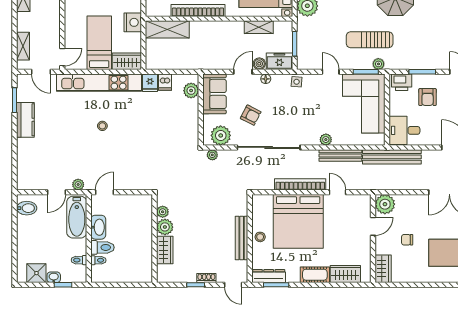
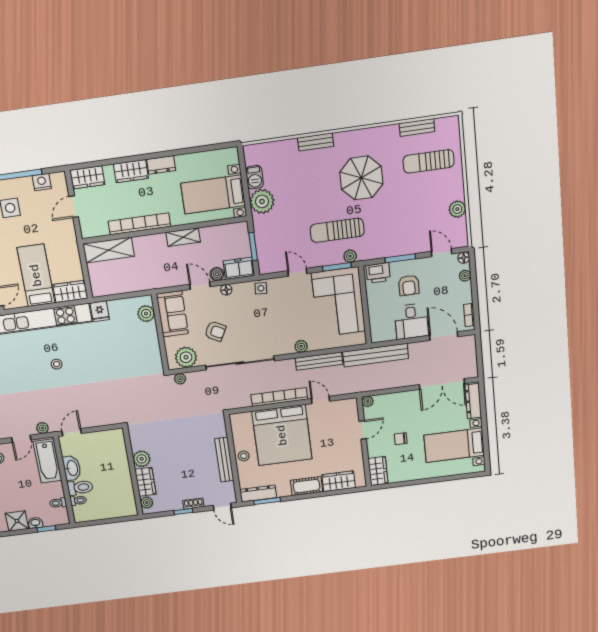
nightstand: (133, 22) -> (69, 247), removed
shelving: (259, 27) -> (183, 237), moved
door: (243, 72) -> (200, 286), hinge flipped
dishwasher: (165, 82) -> (116, 308), removed
desk: (404, 130) -> (411, 321), moved, turned -90
plant: (385, 204) -> (368, 401), width x0.53, depth x0.53
plant: (163, 212) -> (147, 503), moved

